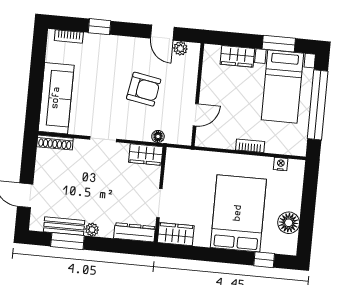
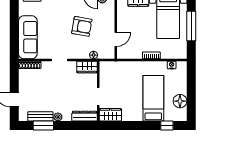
window: (318, 105) -> (191, 26), width x0.68
bed: (238, 213) -> (153, 98), width x0.67

